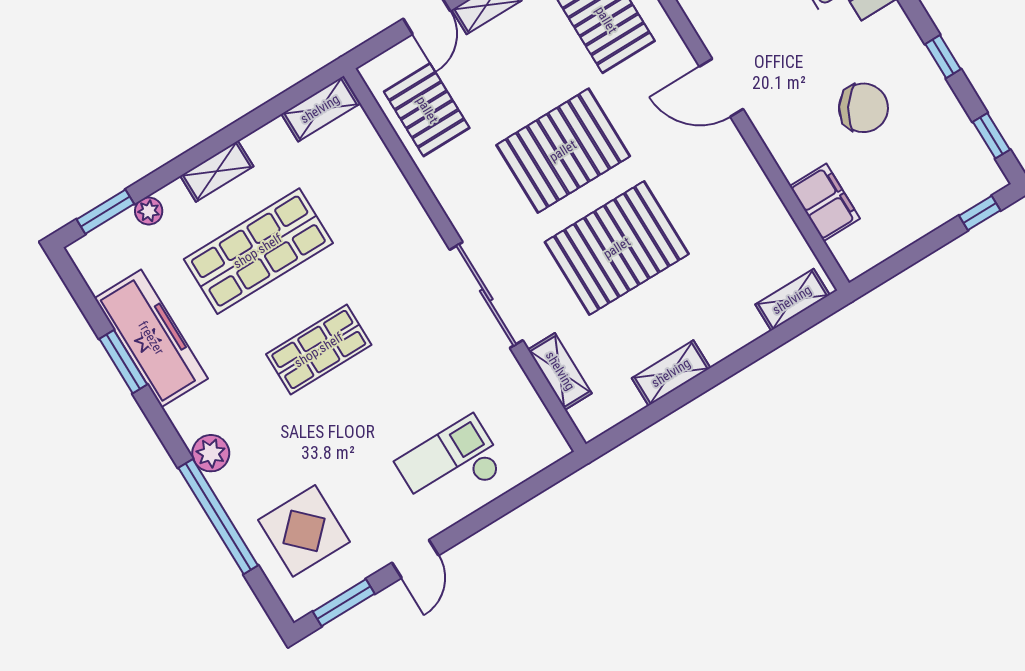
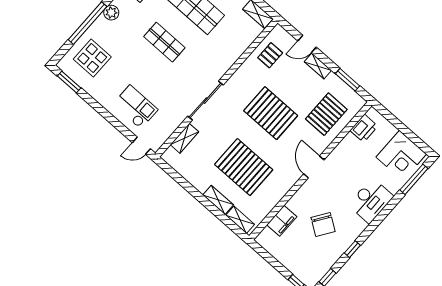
pallet: (427, 110) -> (270, 55), width x0.67, depth x0.71
pallet: (617, 248) -> (244, 167), moved
shelving: (671, 373) -> (218, 200), moved
door: (415, 559) -> (141, 146), moved

